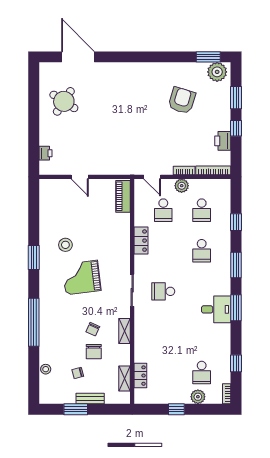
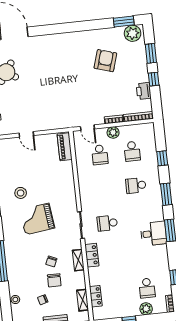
locker: (141, 241) -> (92, 255), moved
school desk: (202, 251) -> (136, 185), turned 90

